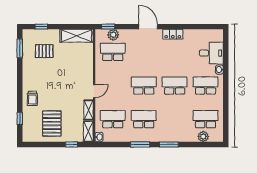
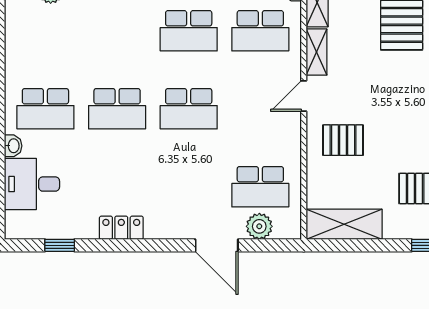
window: (108, 27) -> (60, 245), moved
door: (148, 27) -> (217, 245), moved
pallet: (77, 72) -> (343, 140), added
school desk: (206, 119) -> (45, 31), removed

